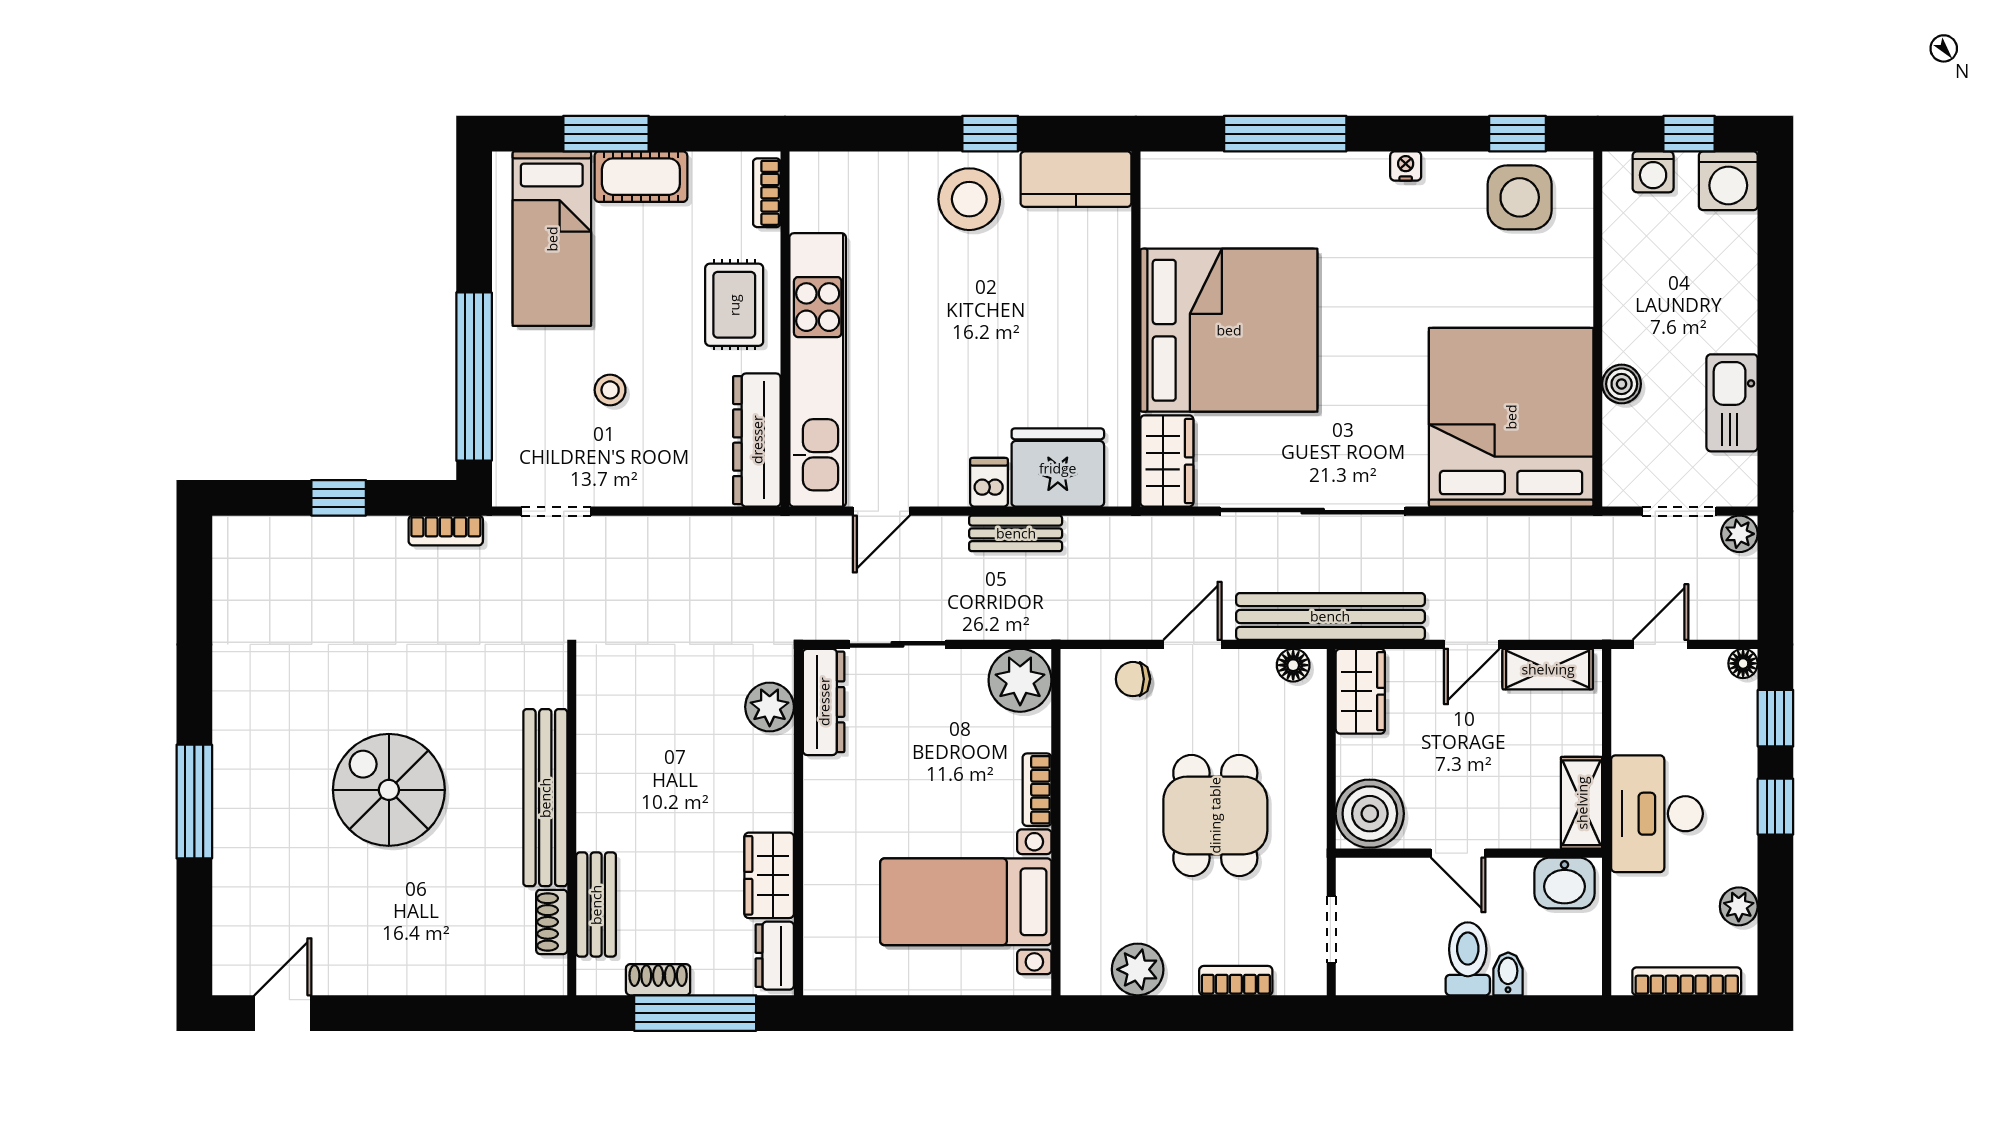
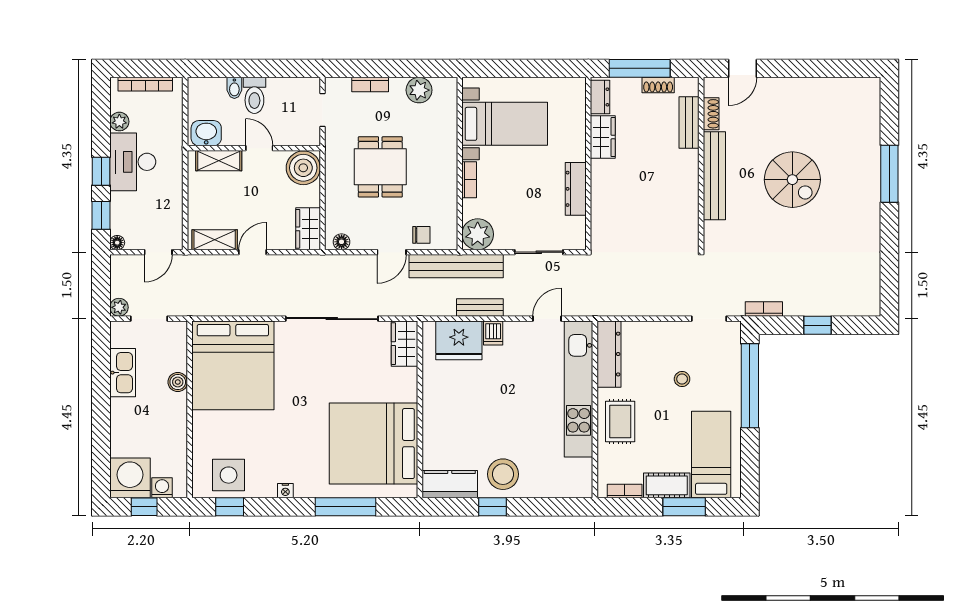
washing machine: (1728, 181) -> (130, 478), width x1.37, depth x1.37
bookcase: (767, 193) -> (625, 491), moved, turned -90
bed: (1229, 330) -> (374, 444), moved
bench: (1330, 616) -> (456, 266), moved
dresser: (824, 702) -> (576, 189), moved
plant: (770, 707) -> (603, 221), removed
shelving: (1582, 803) -> (219, 161), moved, turned 90
desk: (1657, 814) -> (133, 162), moved, turned 180
door: (283, 1013) -> (743, 68), moved

